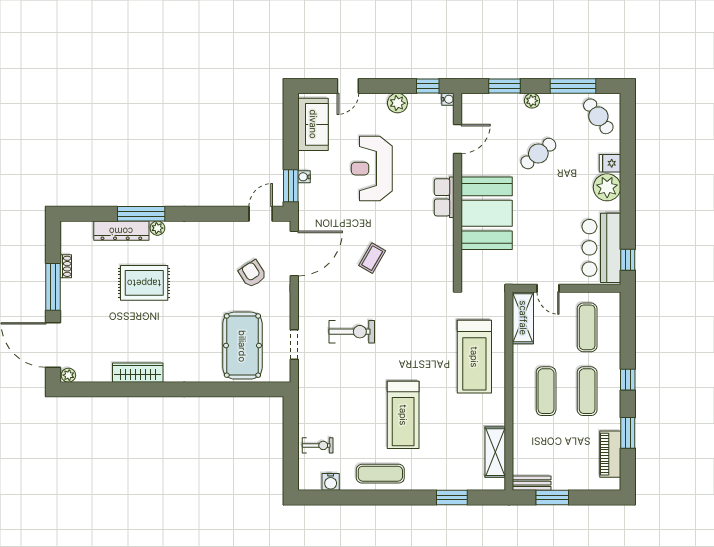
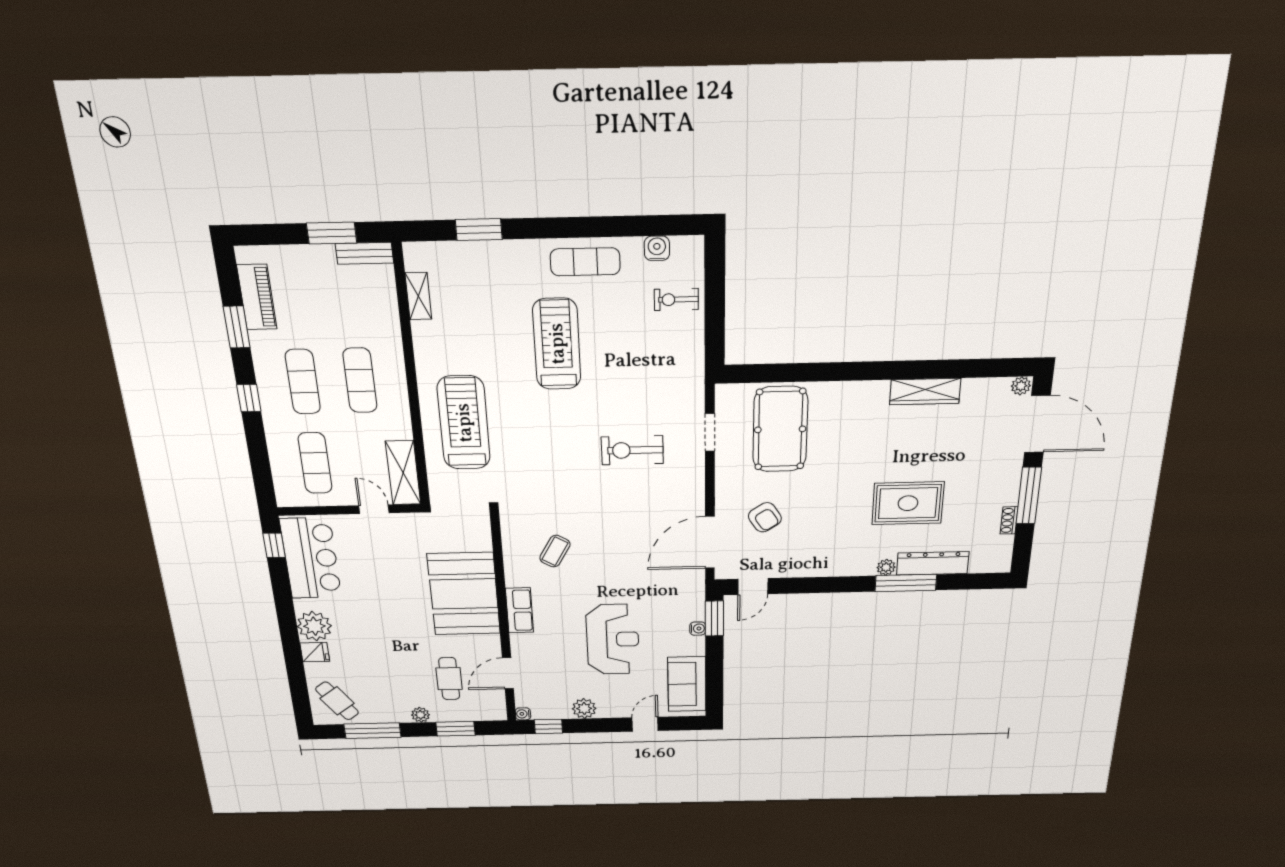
cafe table: (538, 154) -> (449, 679), moved, turned -51
coffee table: (372, 258) -> (555, 551), moved
shelving: (495, 452) -> (418, 296), width x0.67, depth x0.75

